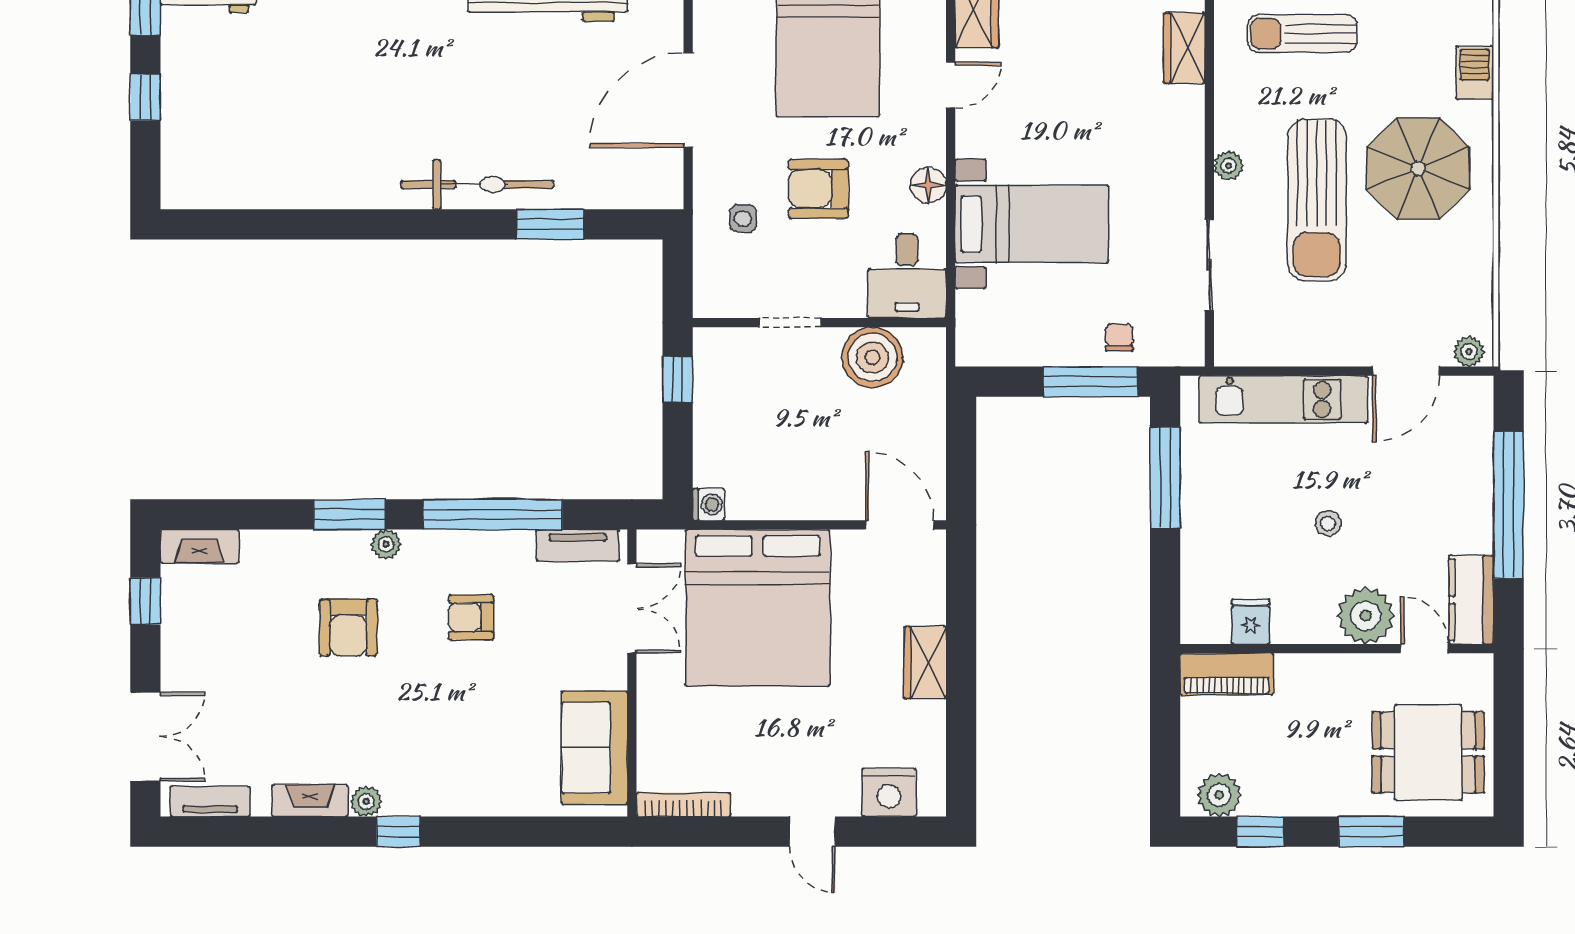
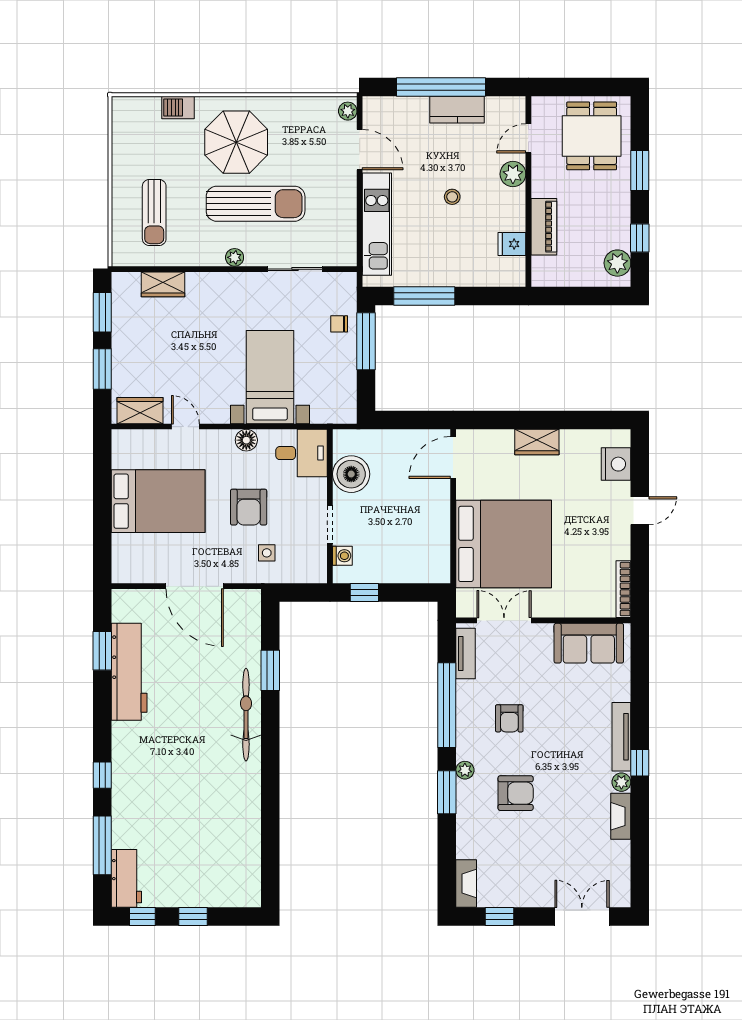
washing machine: (709, 504) -> (342, 556), moved, turned 90
kitchen counter: (1471, 600) -> (457, 110), moved
plant: (1366, 616) -> (513, 174), width x0.73, depth x0.73
piano: (1227, 674) -> (544, 227), moved
tv unit: (210, 801) -> (621, 737), moved, width x1.41

